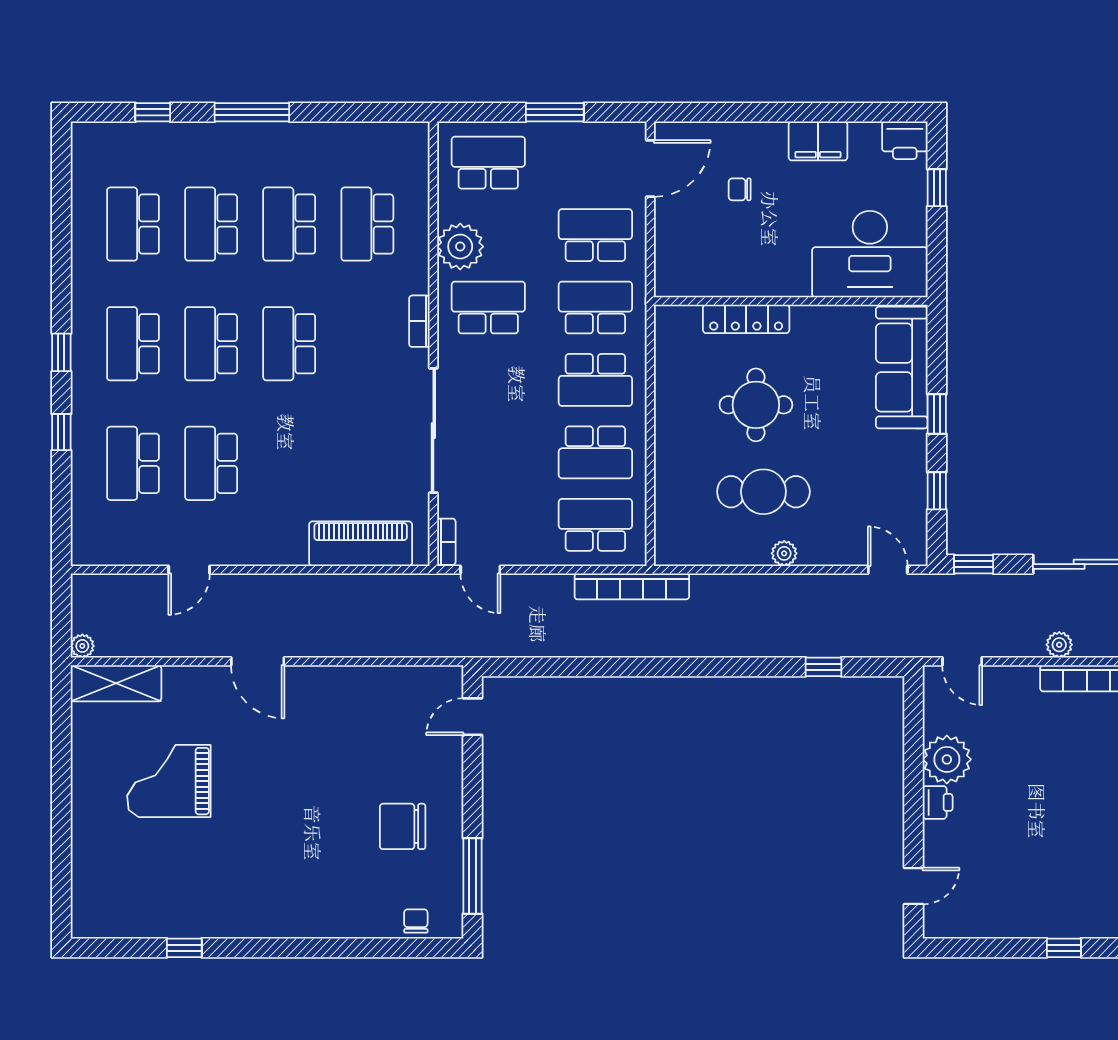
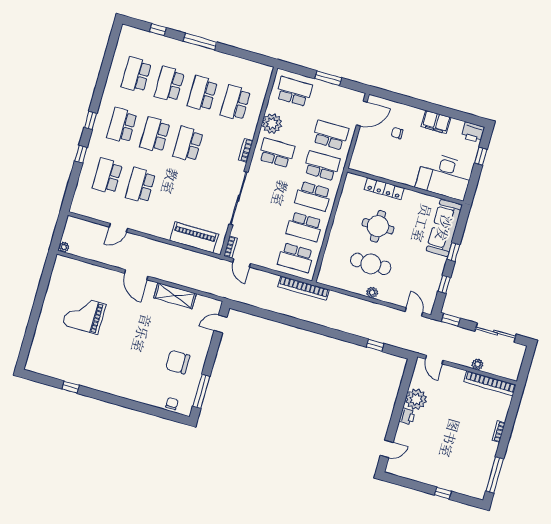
school desk: (595, 525) -> (296, 258), turned 180
shelving: (116, 683) -> (175, 296), moved

